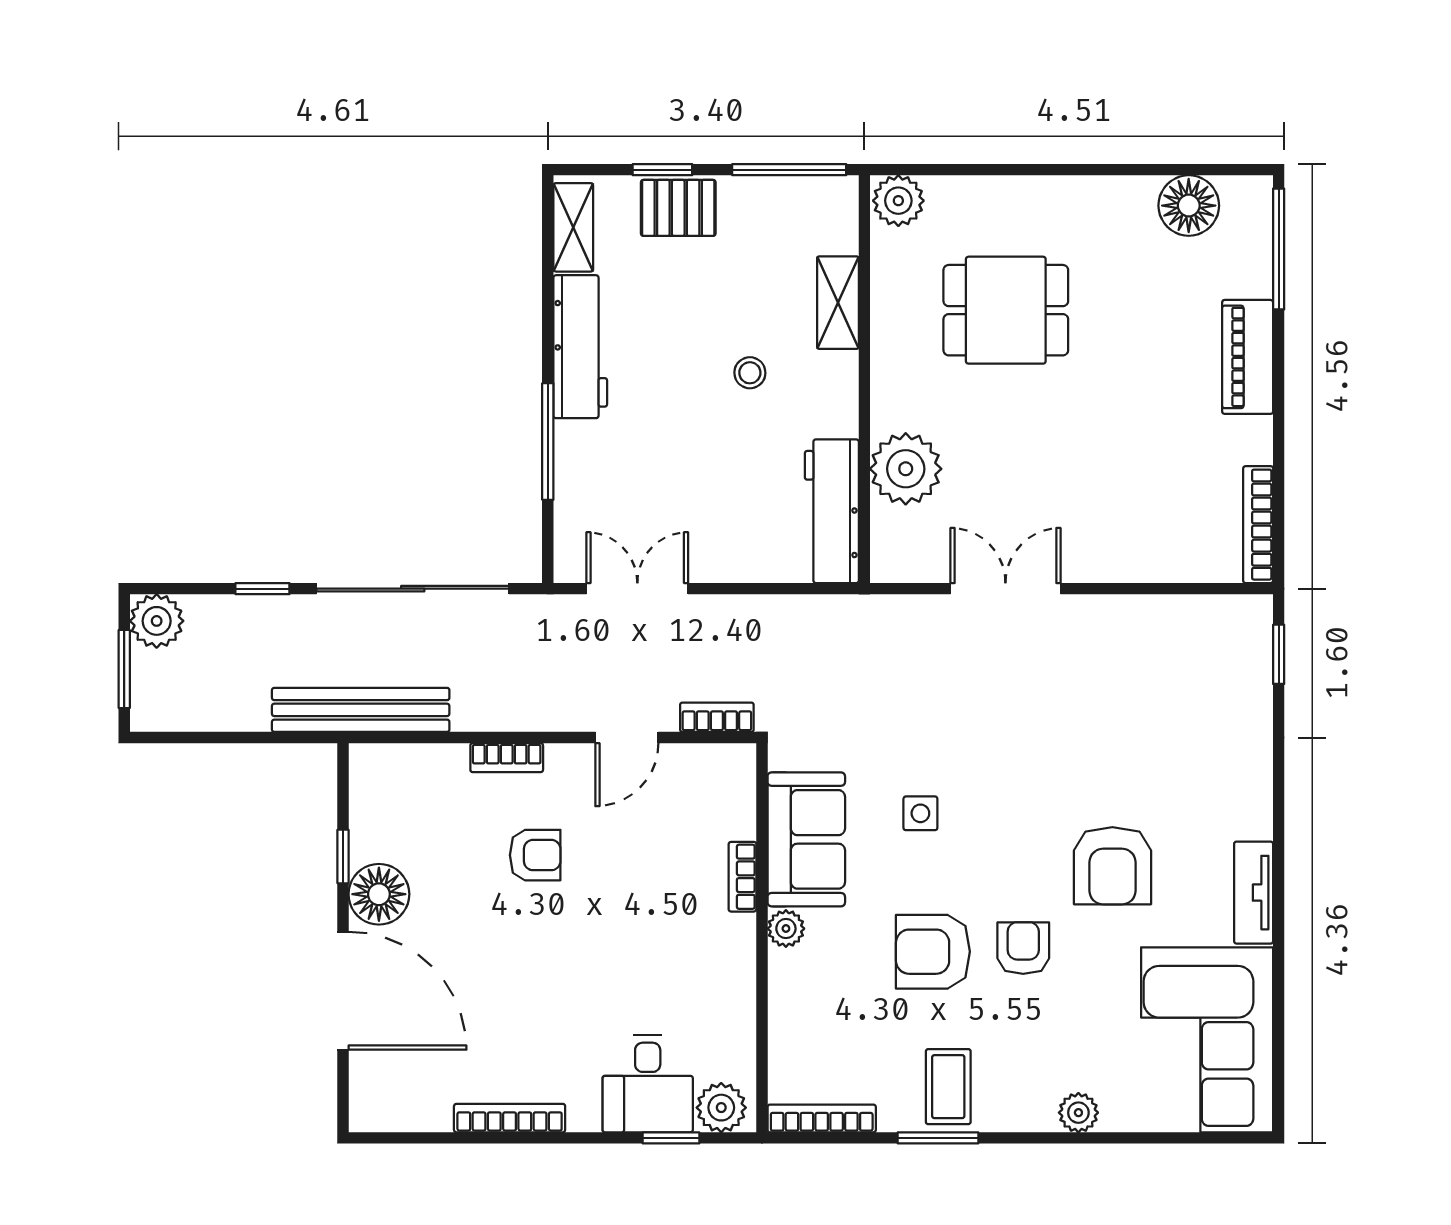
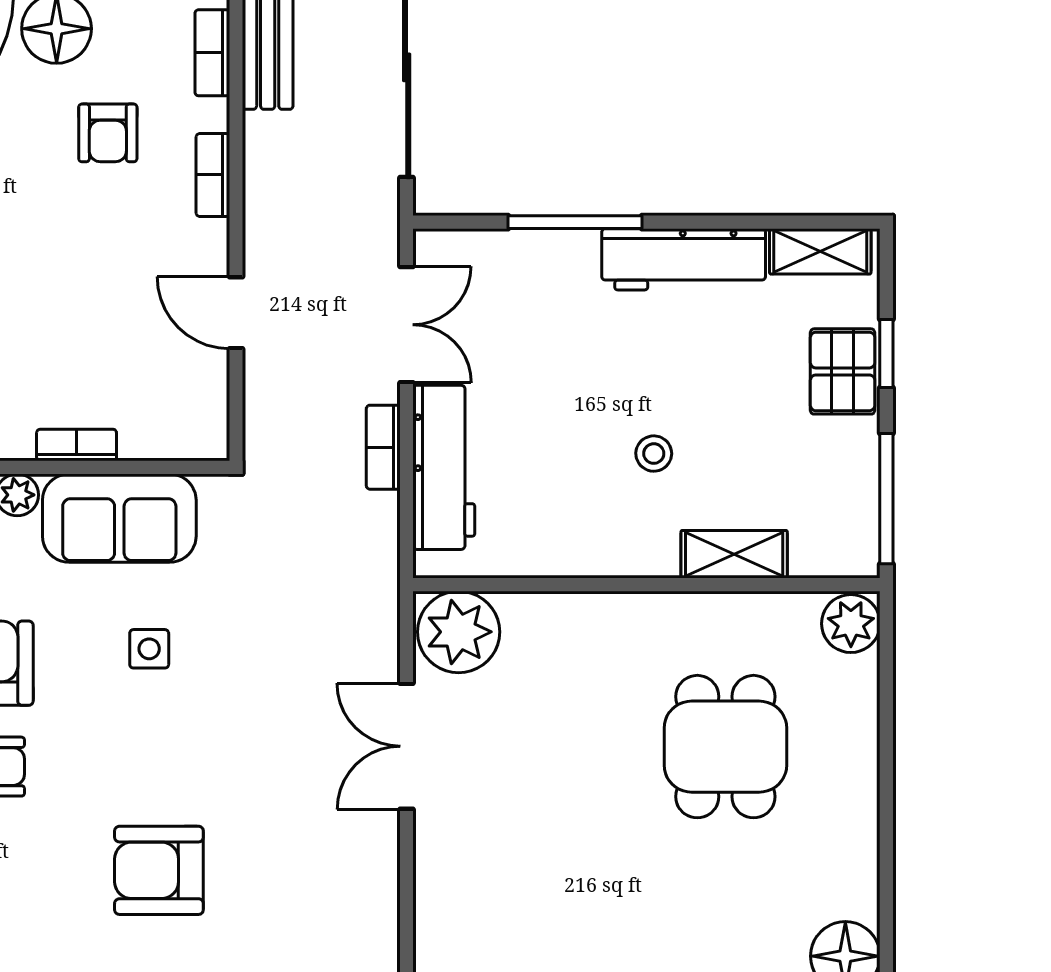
plant: (906, 469) -> (459, 632), moved
workbench: (832, 511) -> (444, 467), moved, turned 90
double door: (1005, 589) -> (407, 746), swing flipped
bookcase: (717, 717) -> (383, 447), moved, turned 180
bookcase: (400, 758) -> (212, 53), added
armchair: (535, 855) -> (108, 133), moved
armchair: (1112, 866) -> (159, 870), moved

